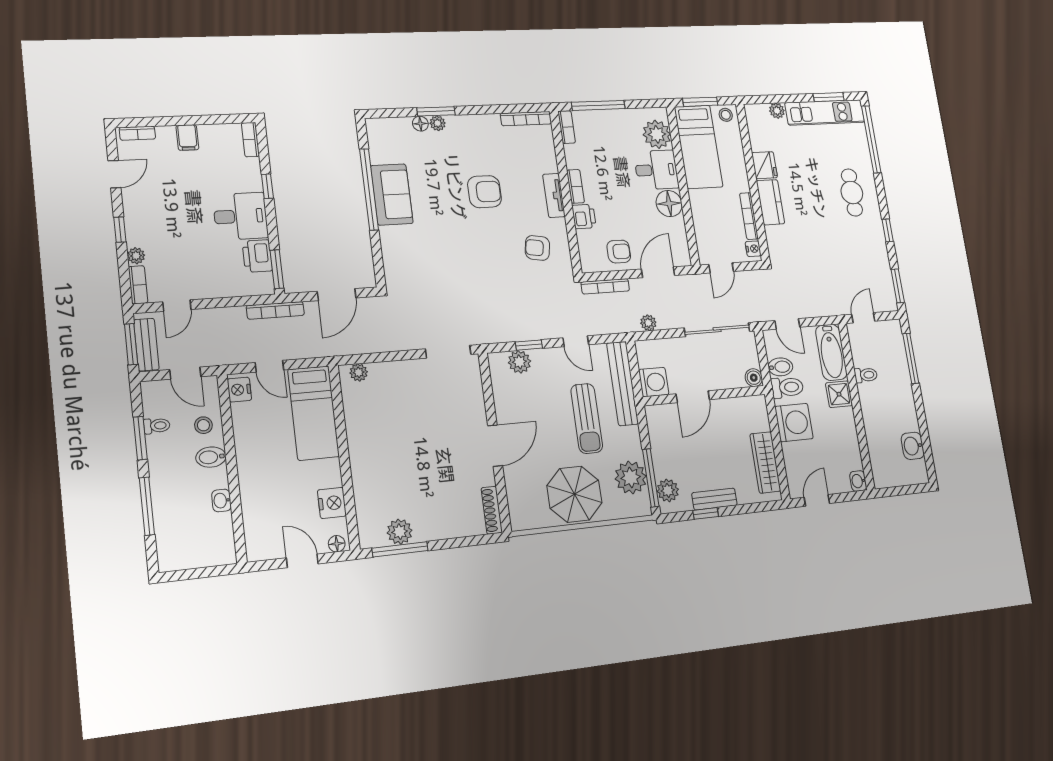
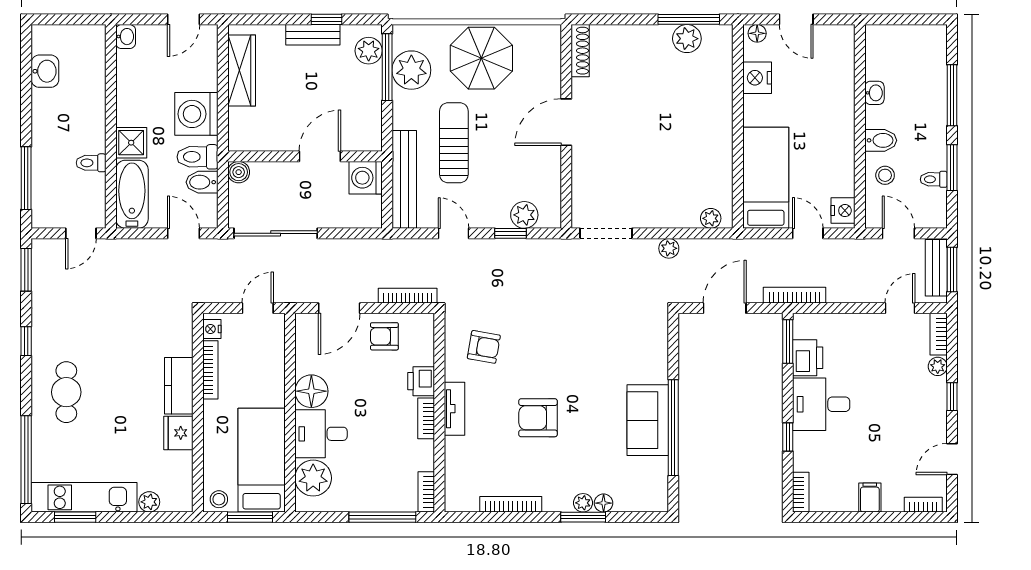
bookcase: (526, 119) -> (511, 504), moved
plant: (648, 323) -> (669, 248), moved

